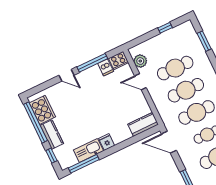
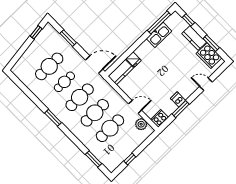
window: (92, 63) -> (181, 109), width x0.69
dishwasher: (106, 67) -> (178, 99), moved
door: (67, 75) -> (206, 84), moved
window: (35, 122) -> (211, 43), width x0.47
fridge: (107, 142) -> (134, 60), moved

